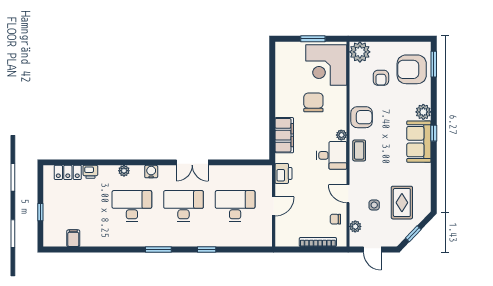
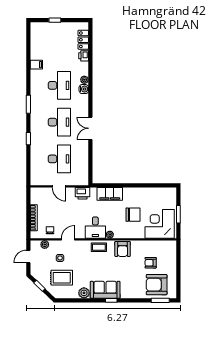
plant: (360, 52) -> (169, 248), removed
armchair: (412, 69) -> (157, 285), turned -90
plant: (423, 112) -> (84, 293), moved
water cooler: (151, 172) -> (84, 89), moved
filing cabinet: (73, 238) -> (36, 65), moved

